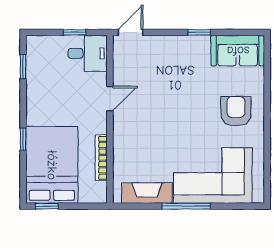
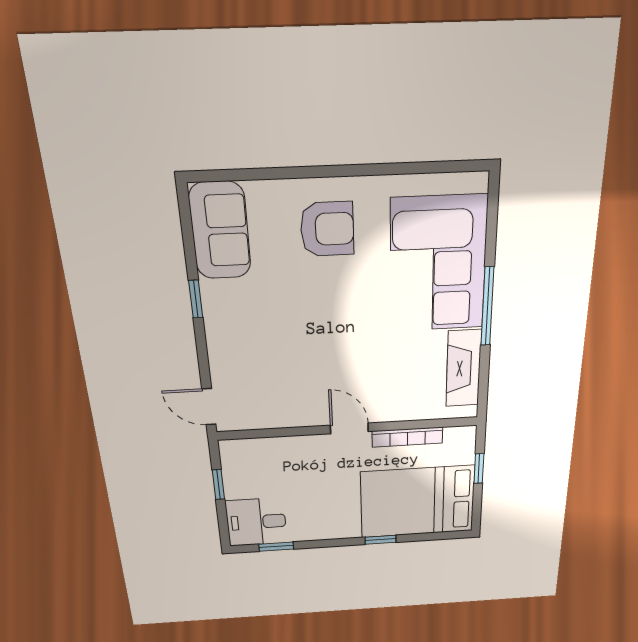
desk: (88, 53) -> (256, 522), moved, turned -90
door: (110, 99) -> (349, 428), moved
armchair: (236, 111) -> (327, 229), turned 180
window: (47, 206) -> (479, 469), moved

